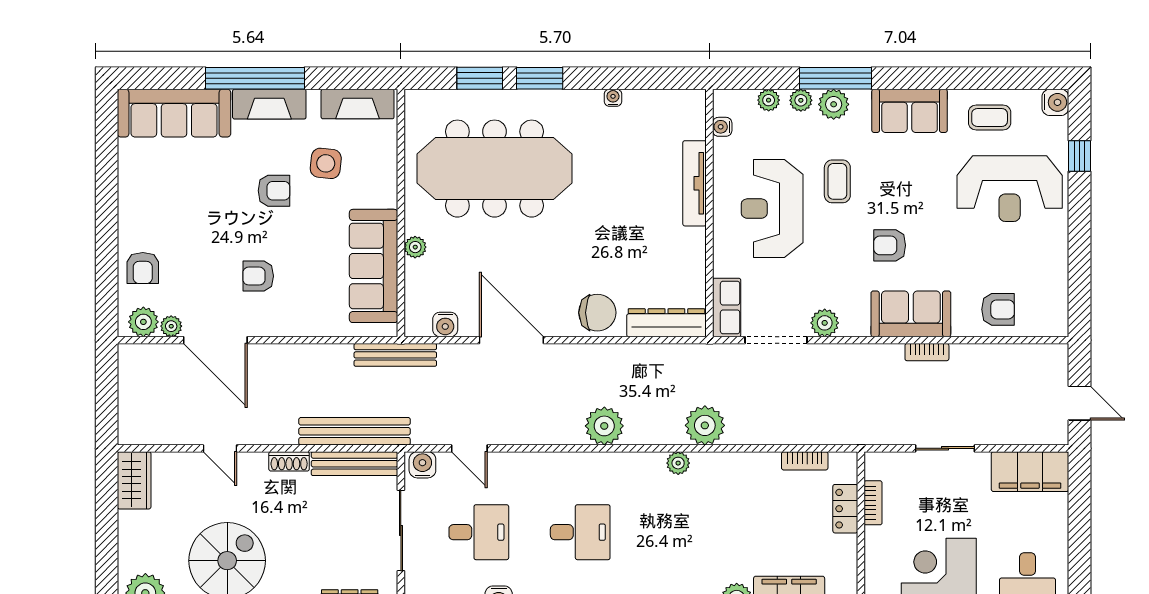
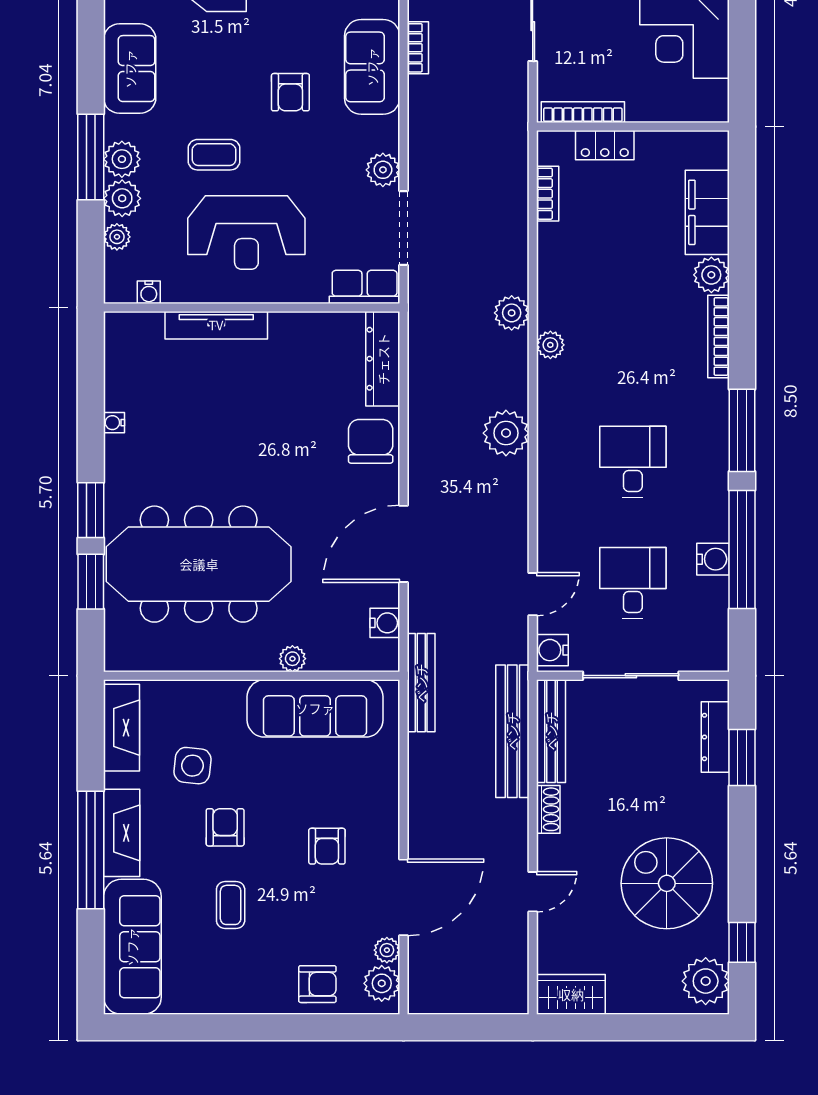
plant: (801, 100) -> (122, 198), width x1.38, depth x1.38
meeting table: (495, 169) -> (199, 564), turned 90
coffee table: (209, 195) -> (231, 905), added
plant: (705, 425) -> (512, 313), width x0.73, depth x0.73
bookcase: (873, 503) -> (583, 112), width x1.56

